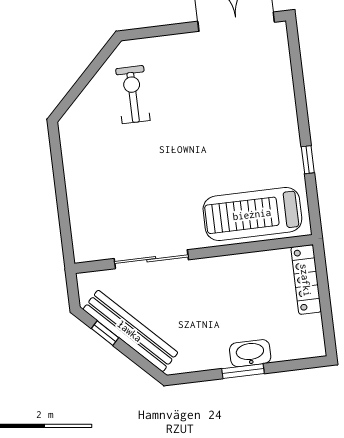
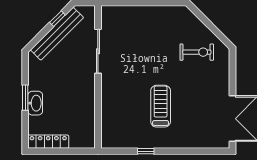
treadmill: (252, 214) -> (161, 106), moved, width x0.73, depth x0.73
locker: (306, 280) -> (48, 142), moved

